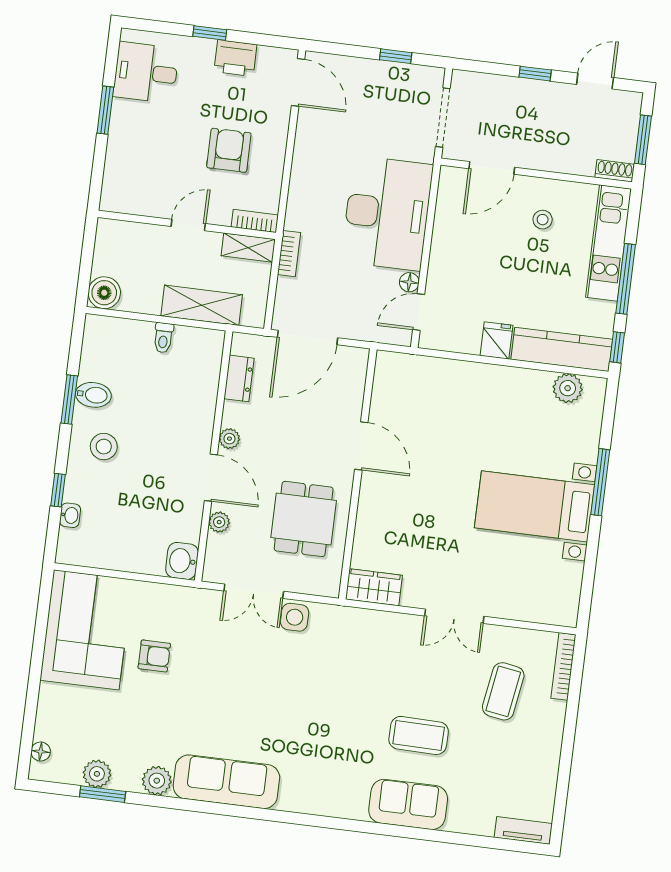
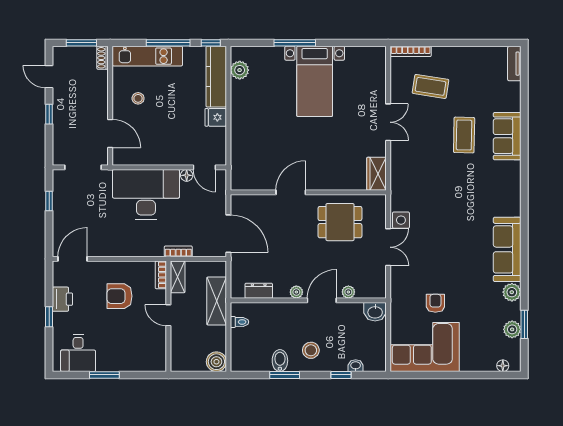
dresser: (239, 378) -> (259, 291), moved
plant: (229, 439) -> (296, 292), moved
wall: (214, 456) -> (308, 300), moved
door: (211, 478) -> (322, 300), moved
plant: (219, 522) -> (348, 292), moved
washbasin: (182, 561) -> (375, 312), moved

